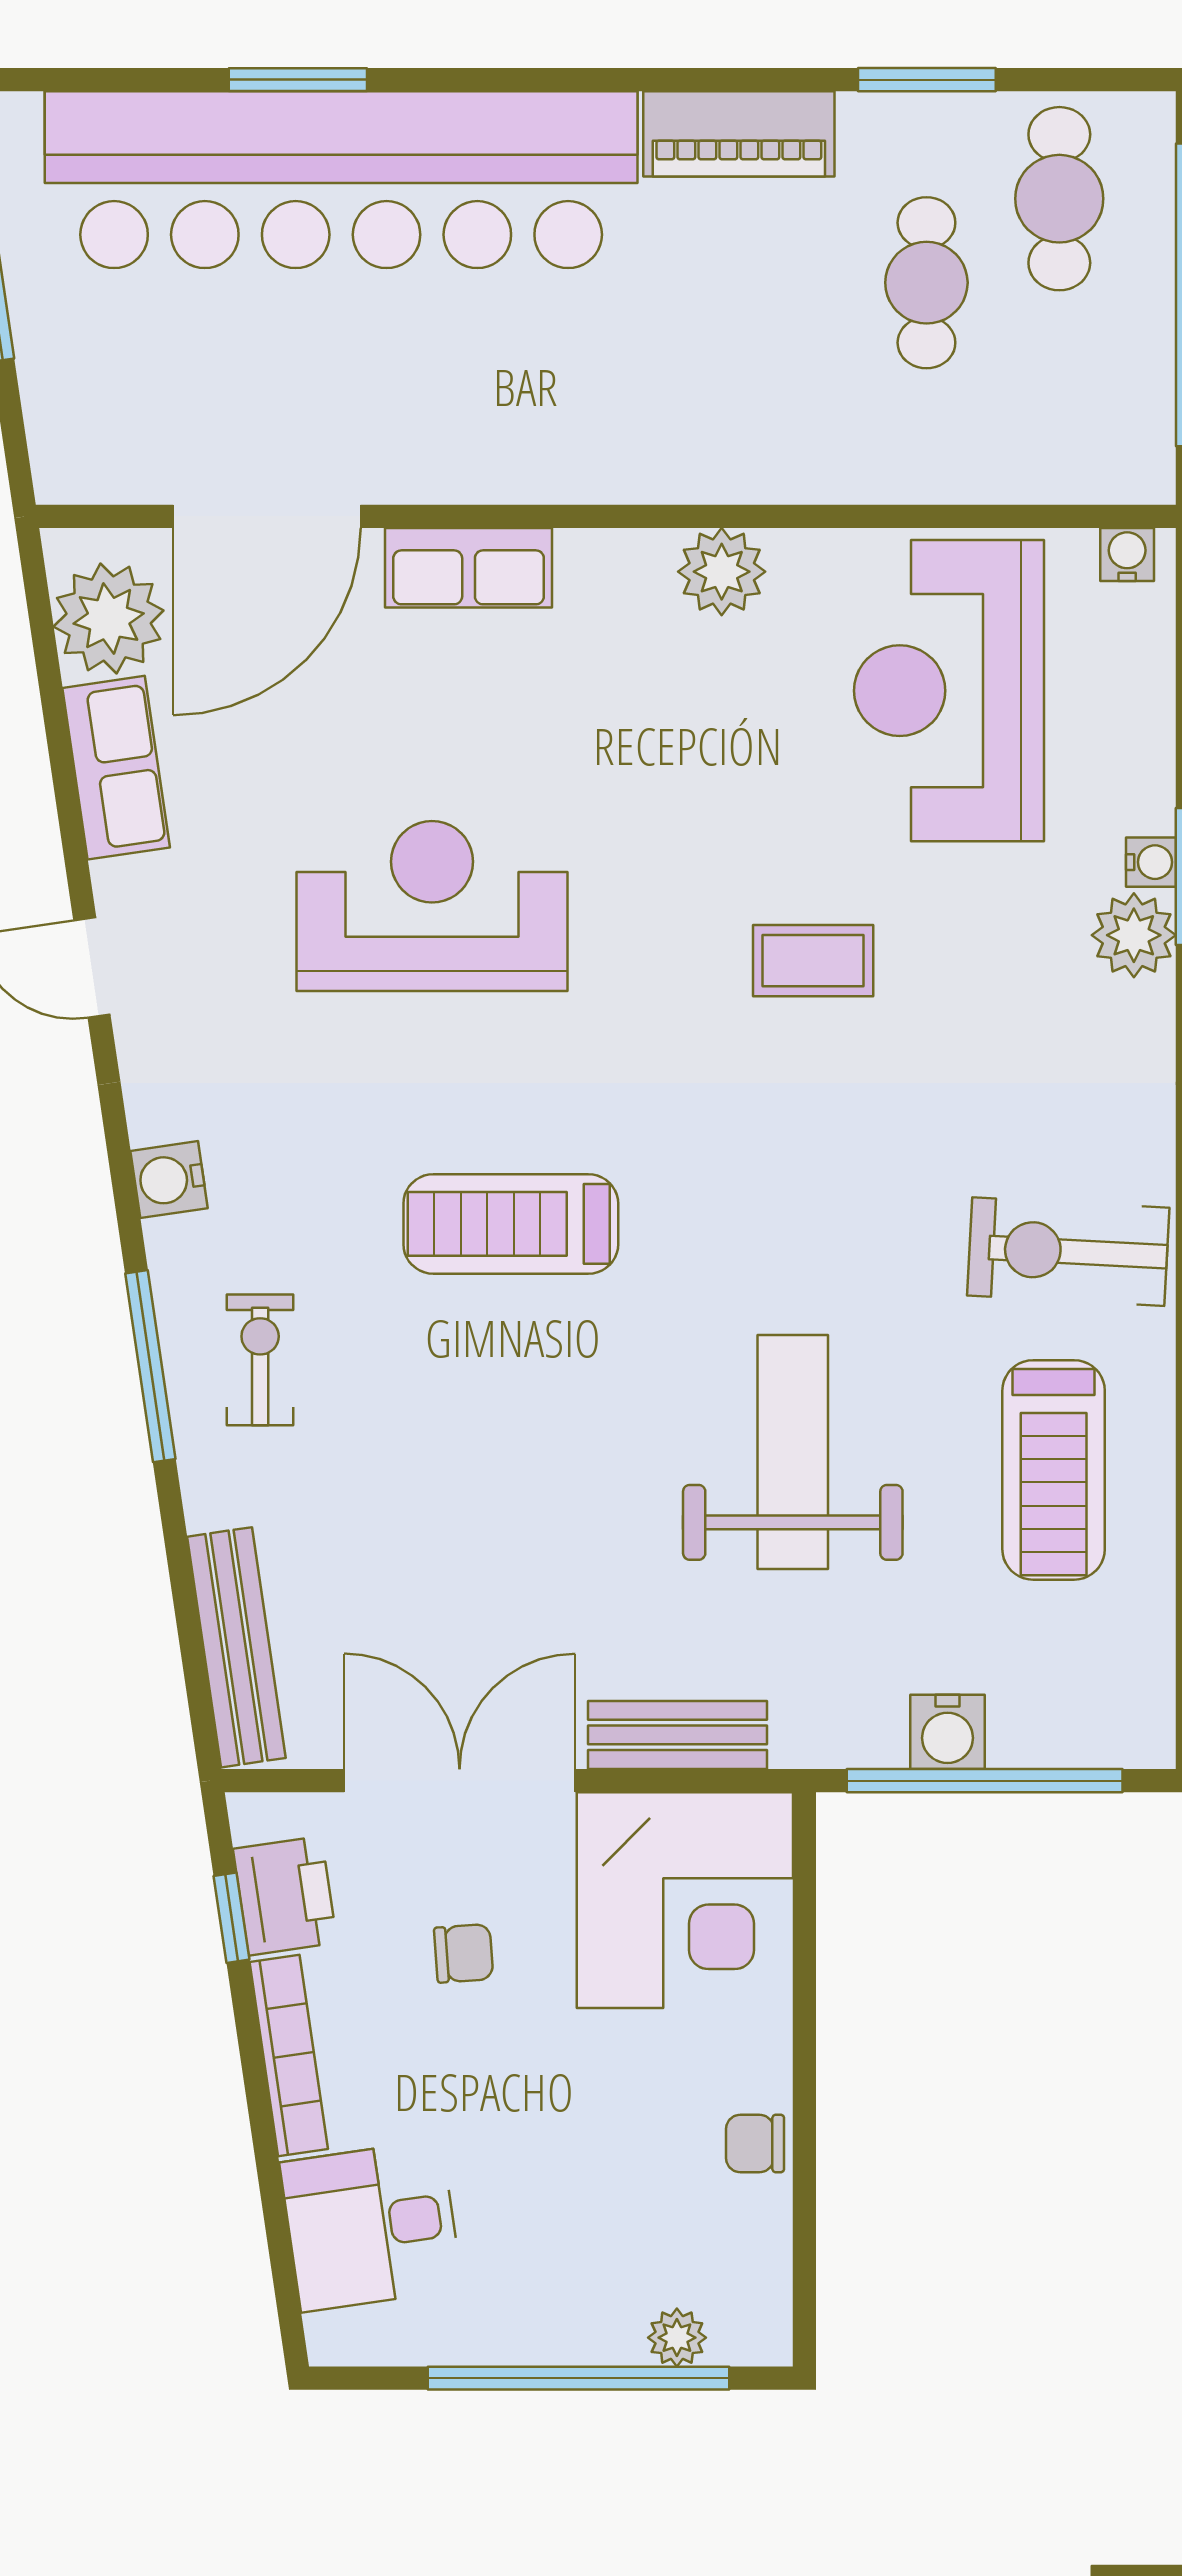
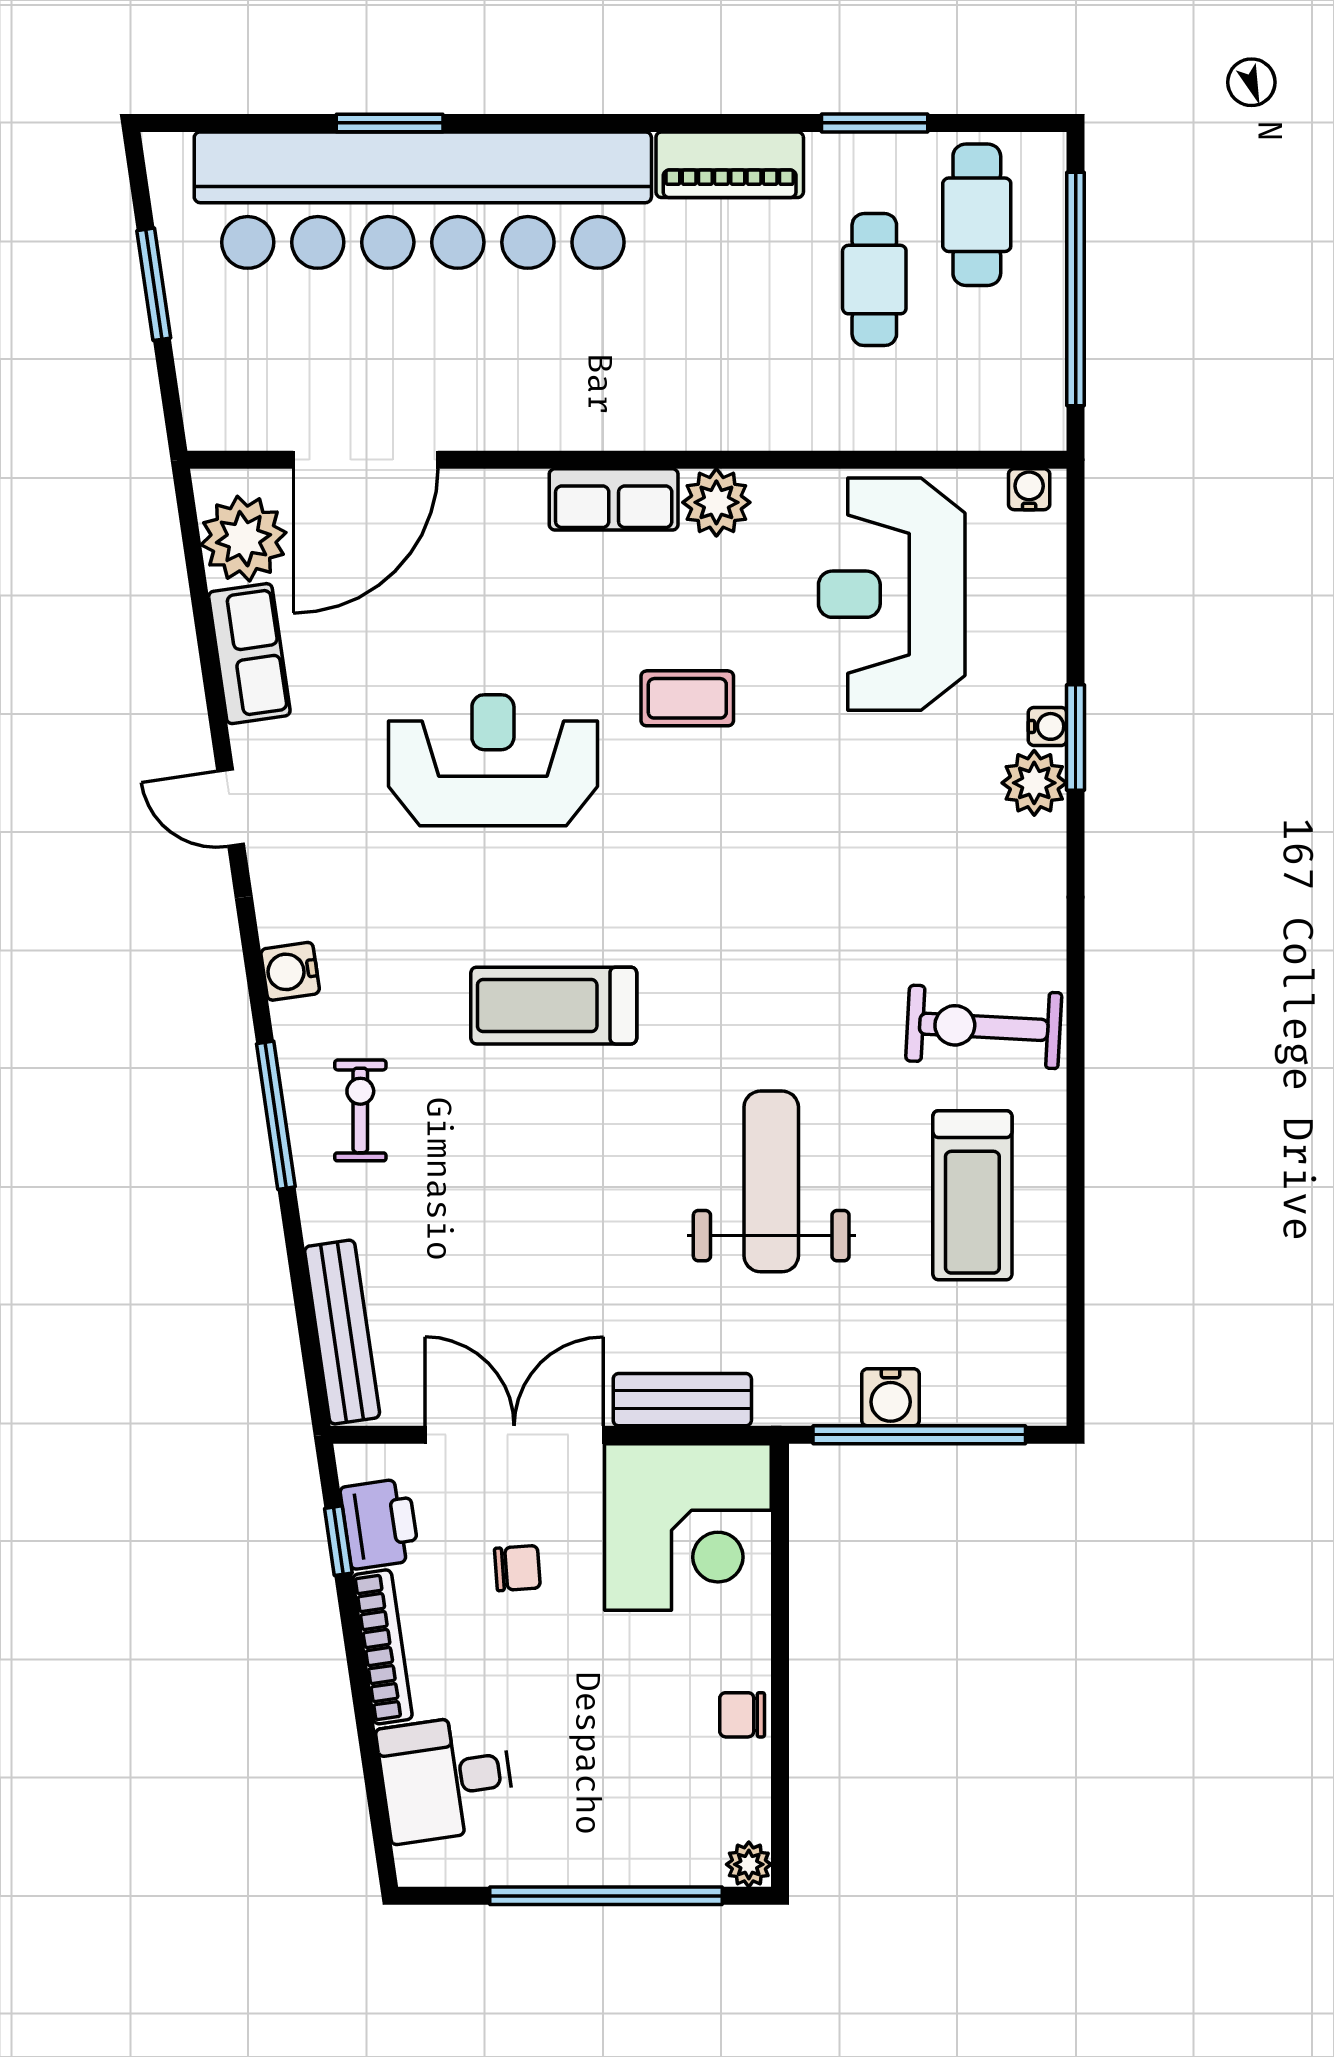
row of seats: (469, 568) -> (614, 499), moved
coffee table: (813, 961) -> (687, 698), moved
plant: (677, 2338) -> (749, 1864), moved

